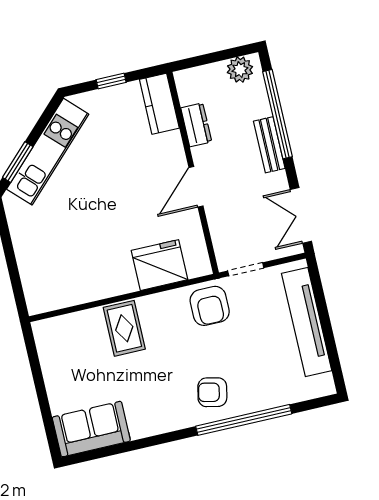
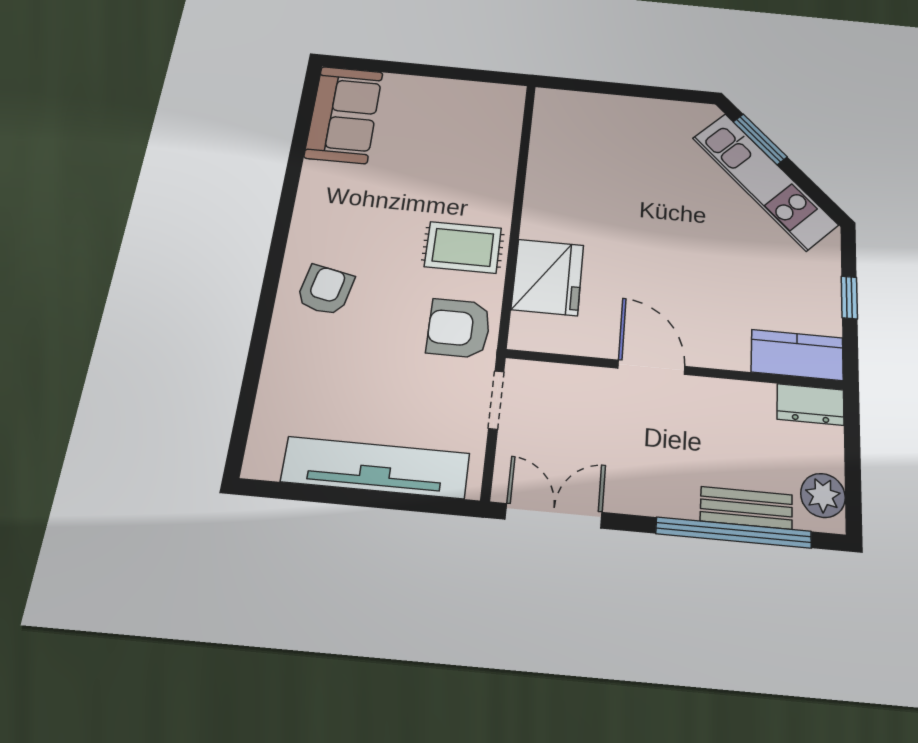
dresser: (196, 125) -> (810, 404), moved
bench: (269, 145) -> (746, 508), moved
rug: (124, 328) -> (463, 247), moved
window: (244, 420) -> (263, 321), removed

